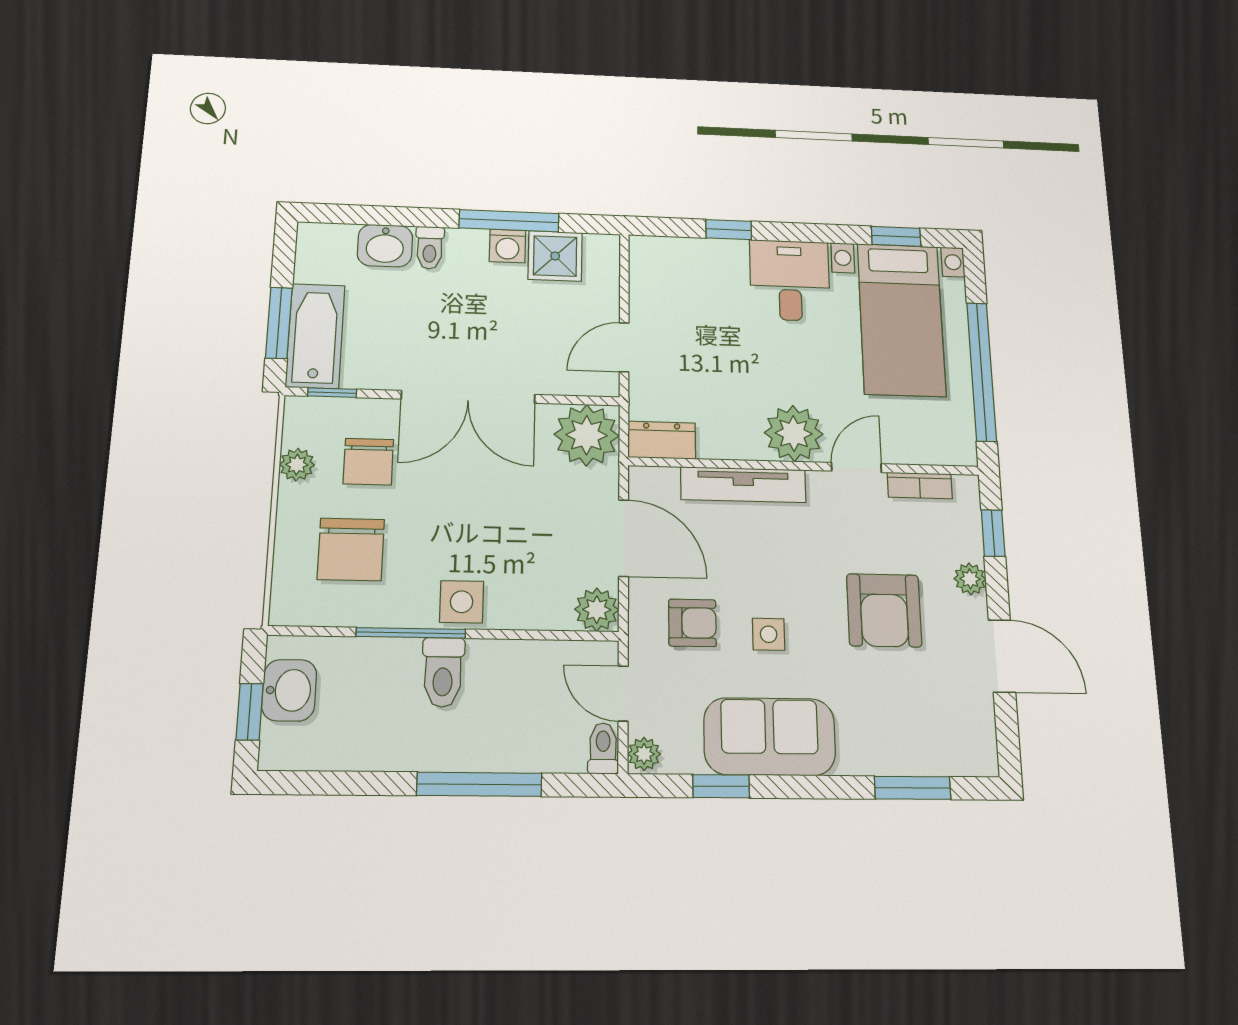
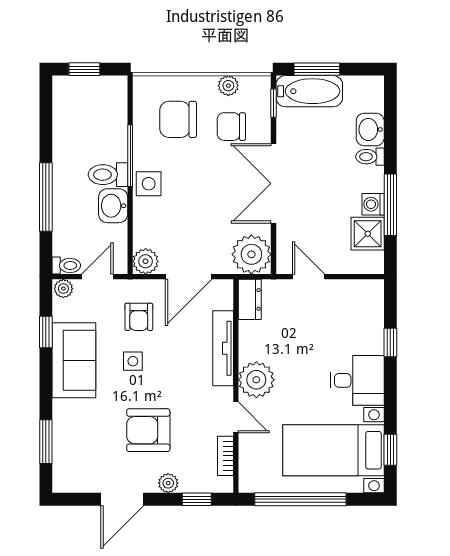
washbasin: (289, 690) -> (113, 206), moved, turned 90

